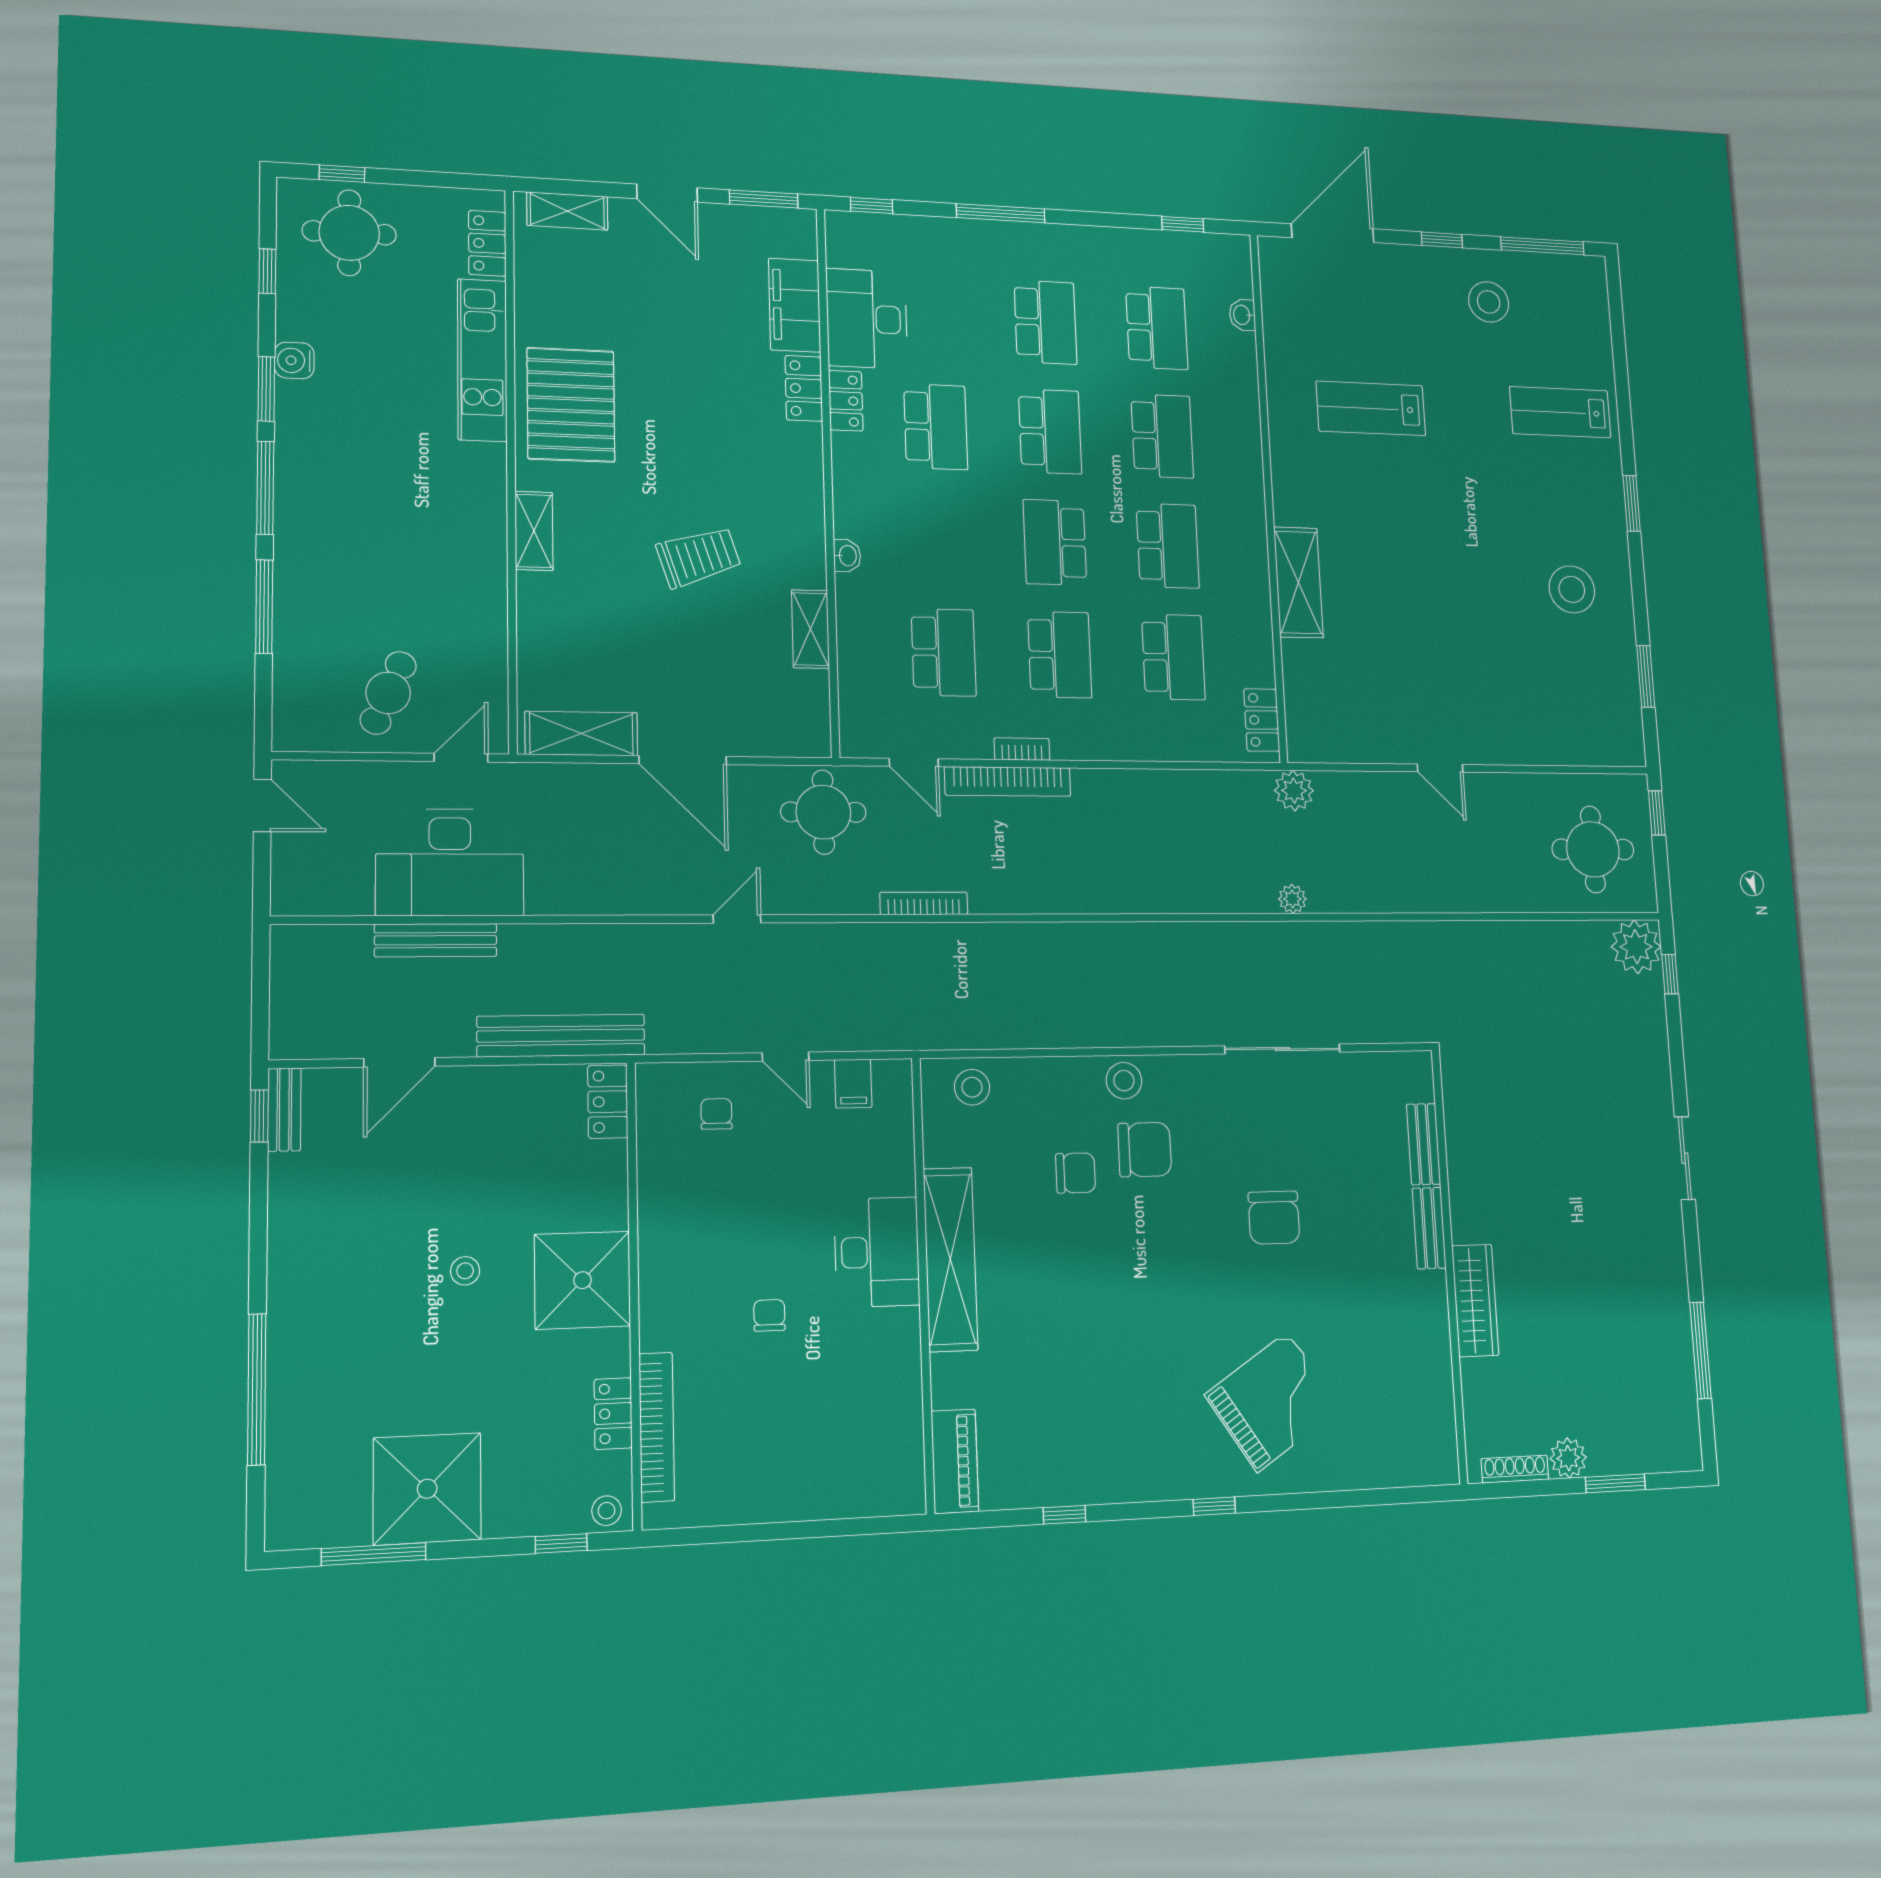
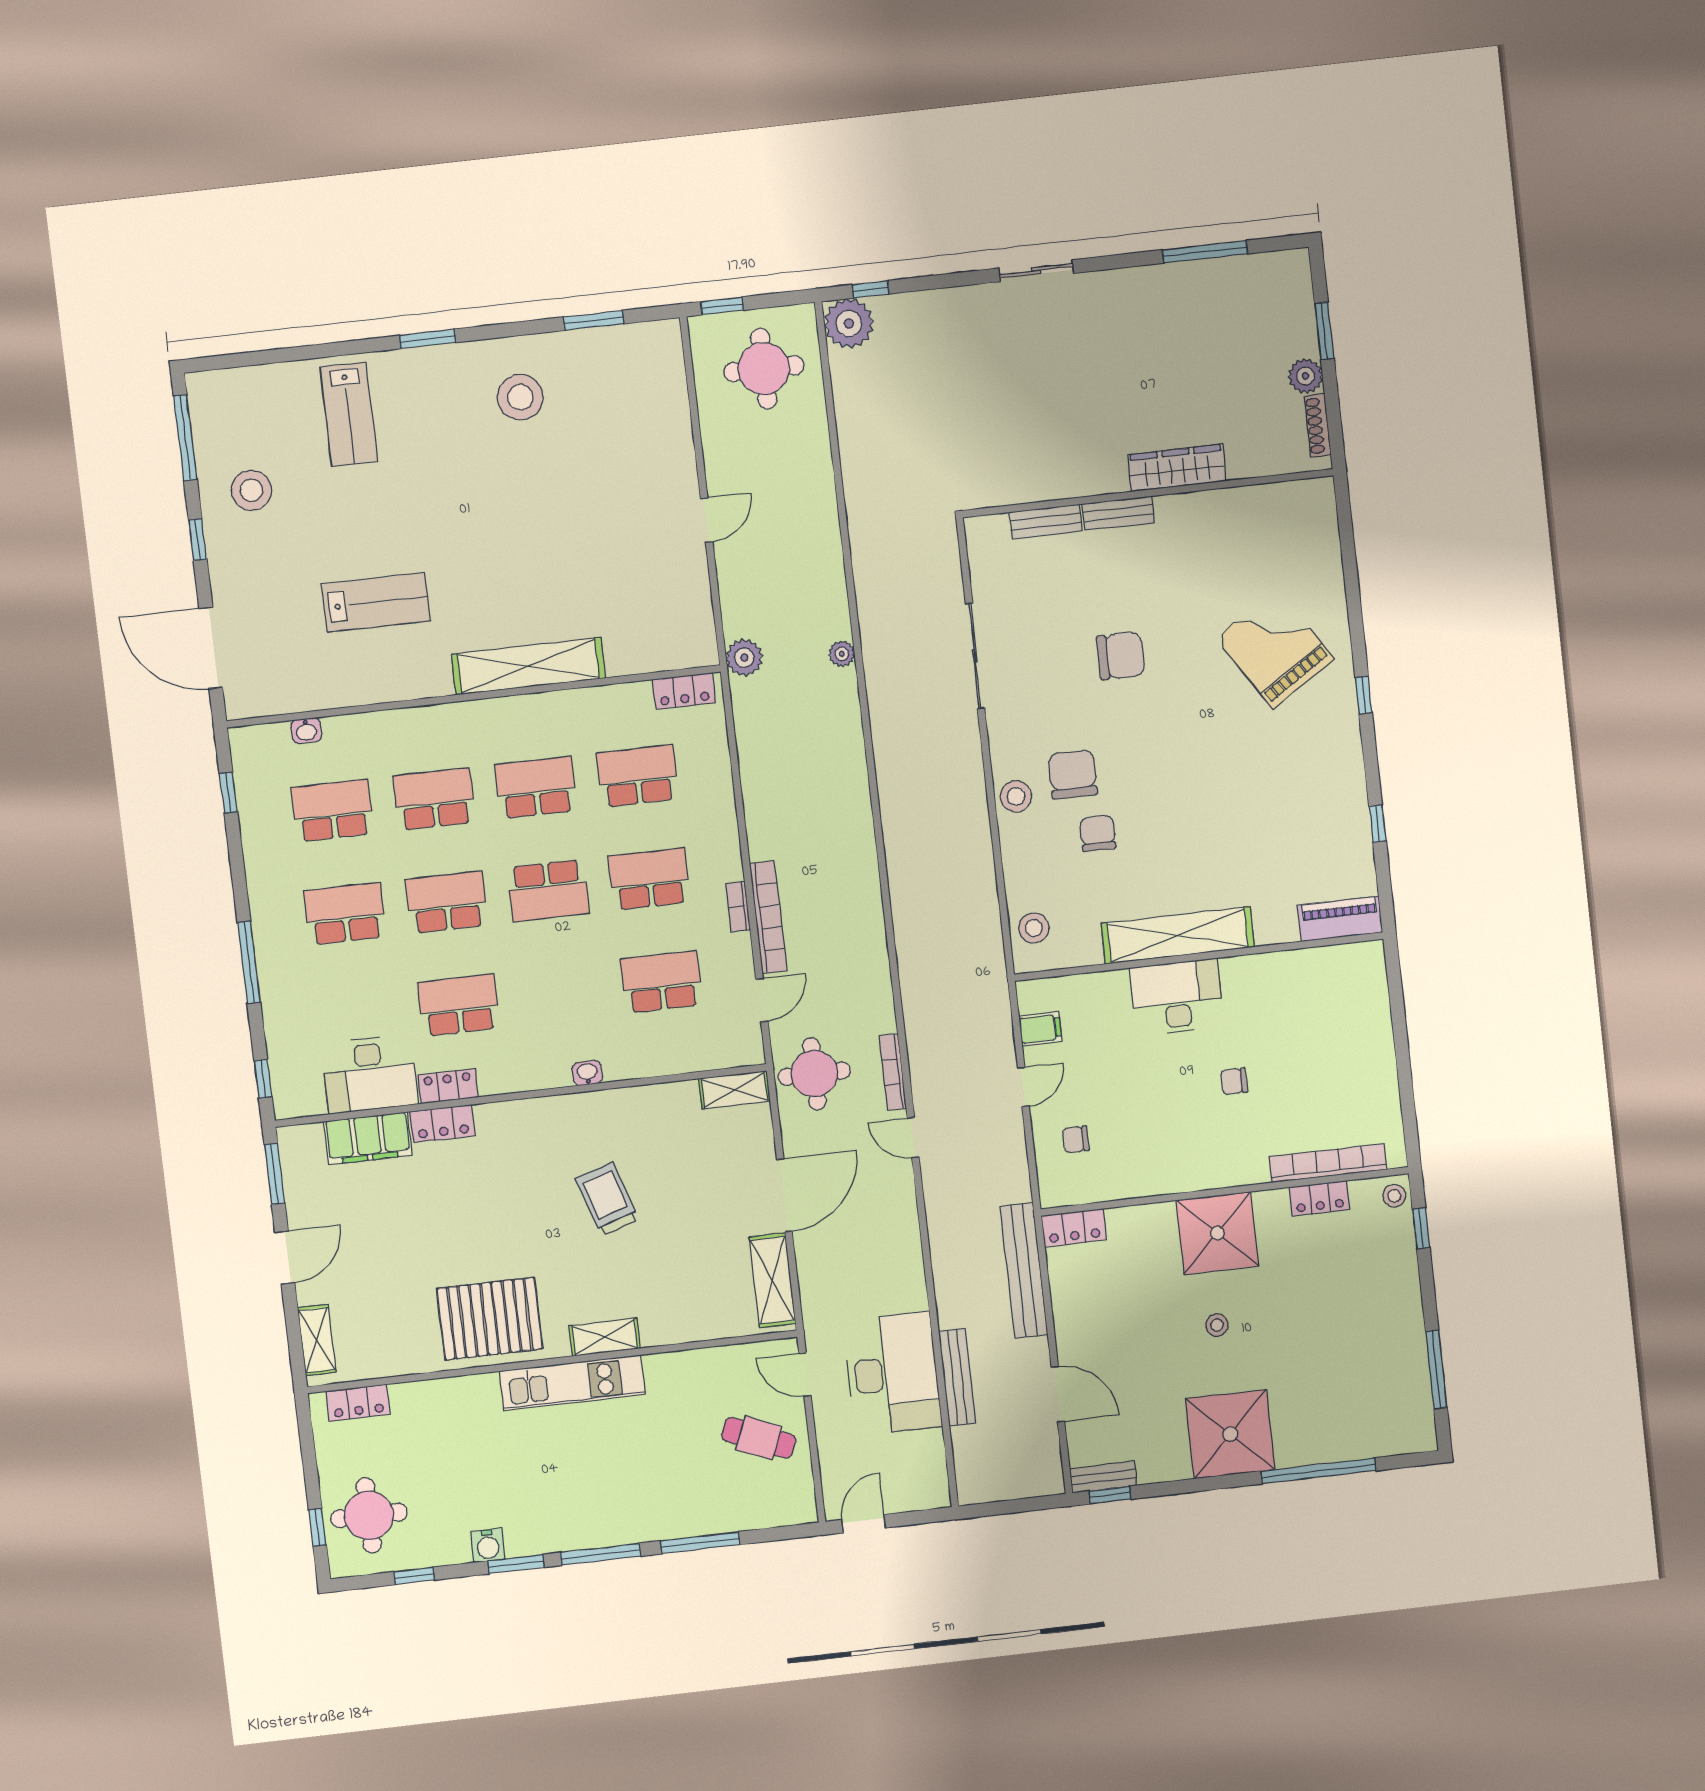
kitchen unit: (482, 360) -> (572, 1383), moved
lab bench: (1371, 408) -> (376, 602), turned -90
shelving: (1298, 582) -> (528, 666), width x1.47
shelving: (810, 629) -> (734, 1090), moved
bookcase: (924, 903) -> (893, 1072), moved
shower: (427, 1489) -> (1230, 1434), moved

